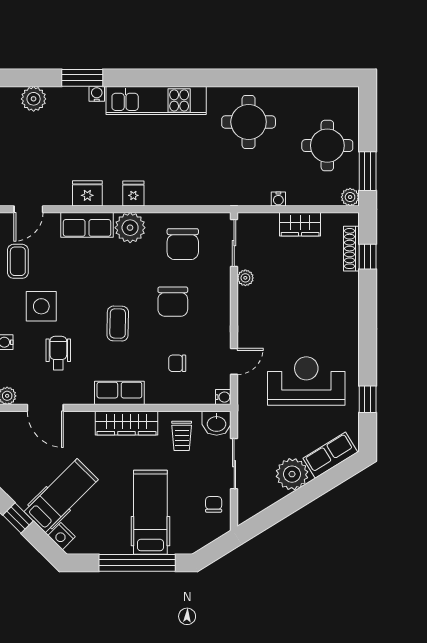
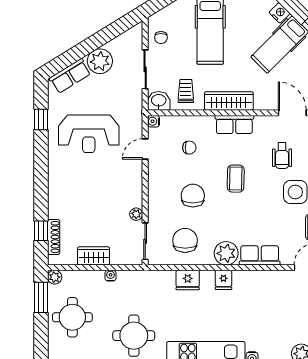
fridge: (87, 193) -> (188, 280), moved

